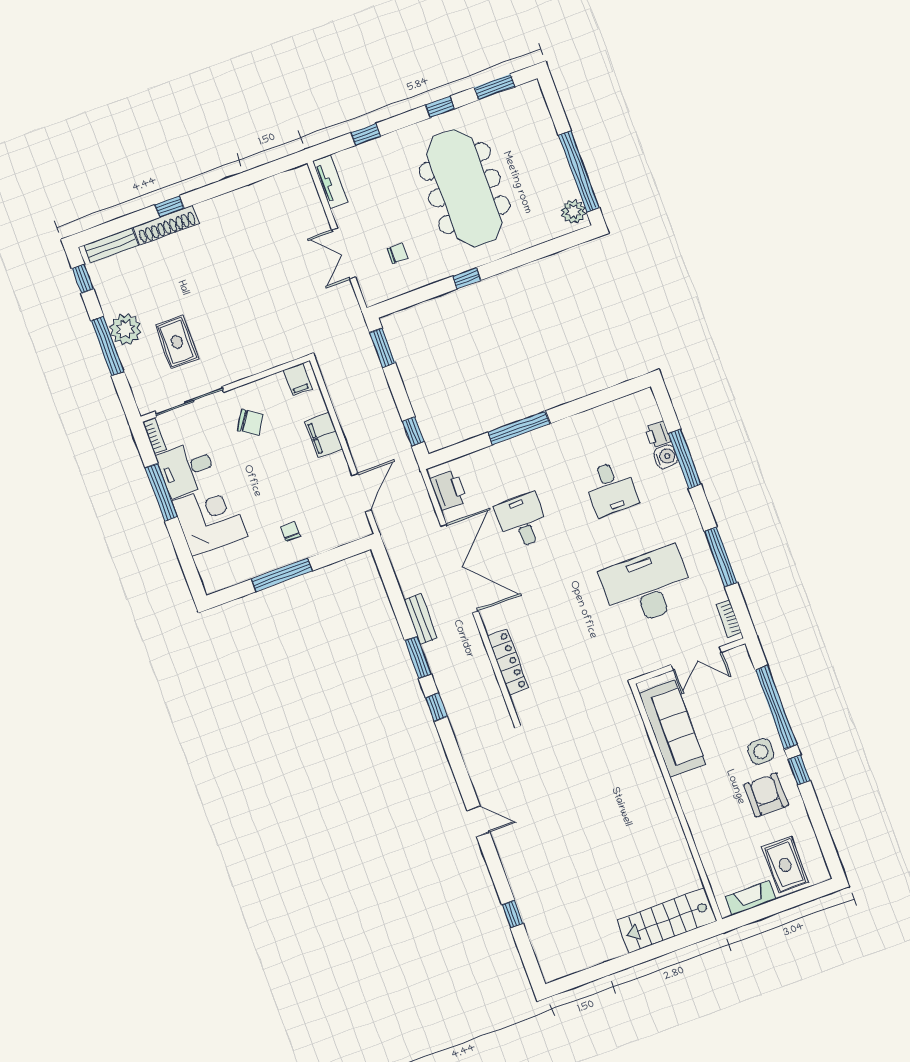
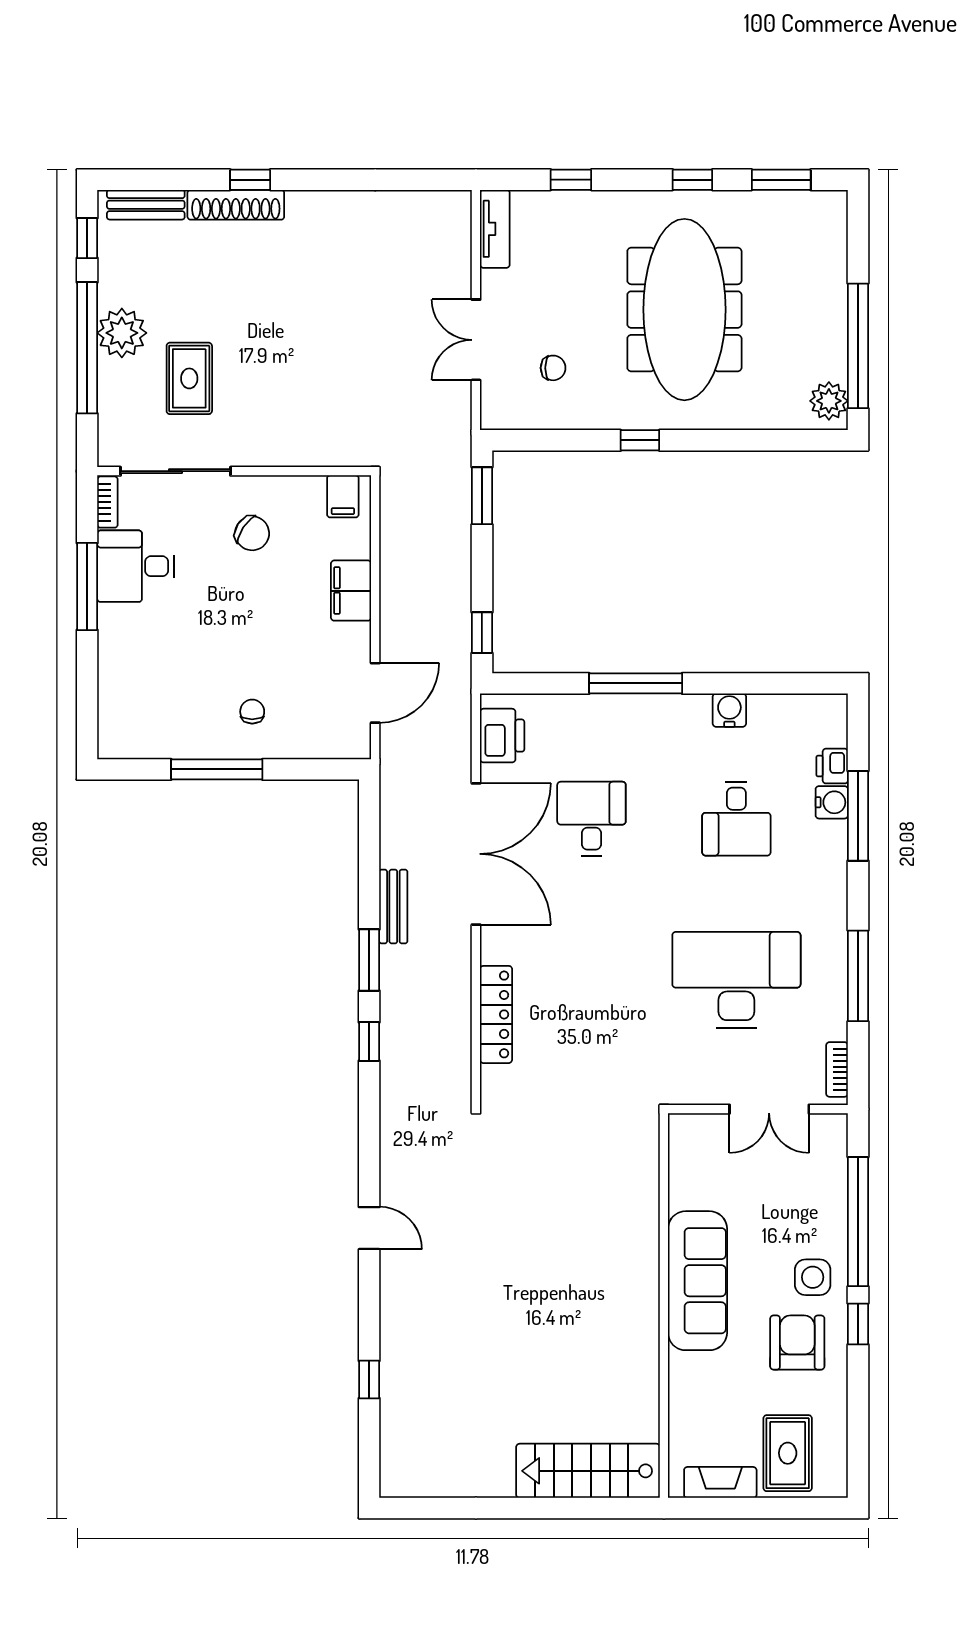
window: (108, 346) -> (87, 348), width x1.46
water cooler: (582, 423) -> (729, 710), added
corner desk: (210, 519) -> (143, 650), removed
sofa: (672, 728) -> (698, 1281), moved

